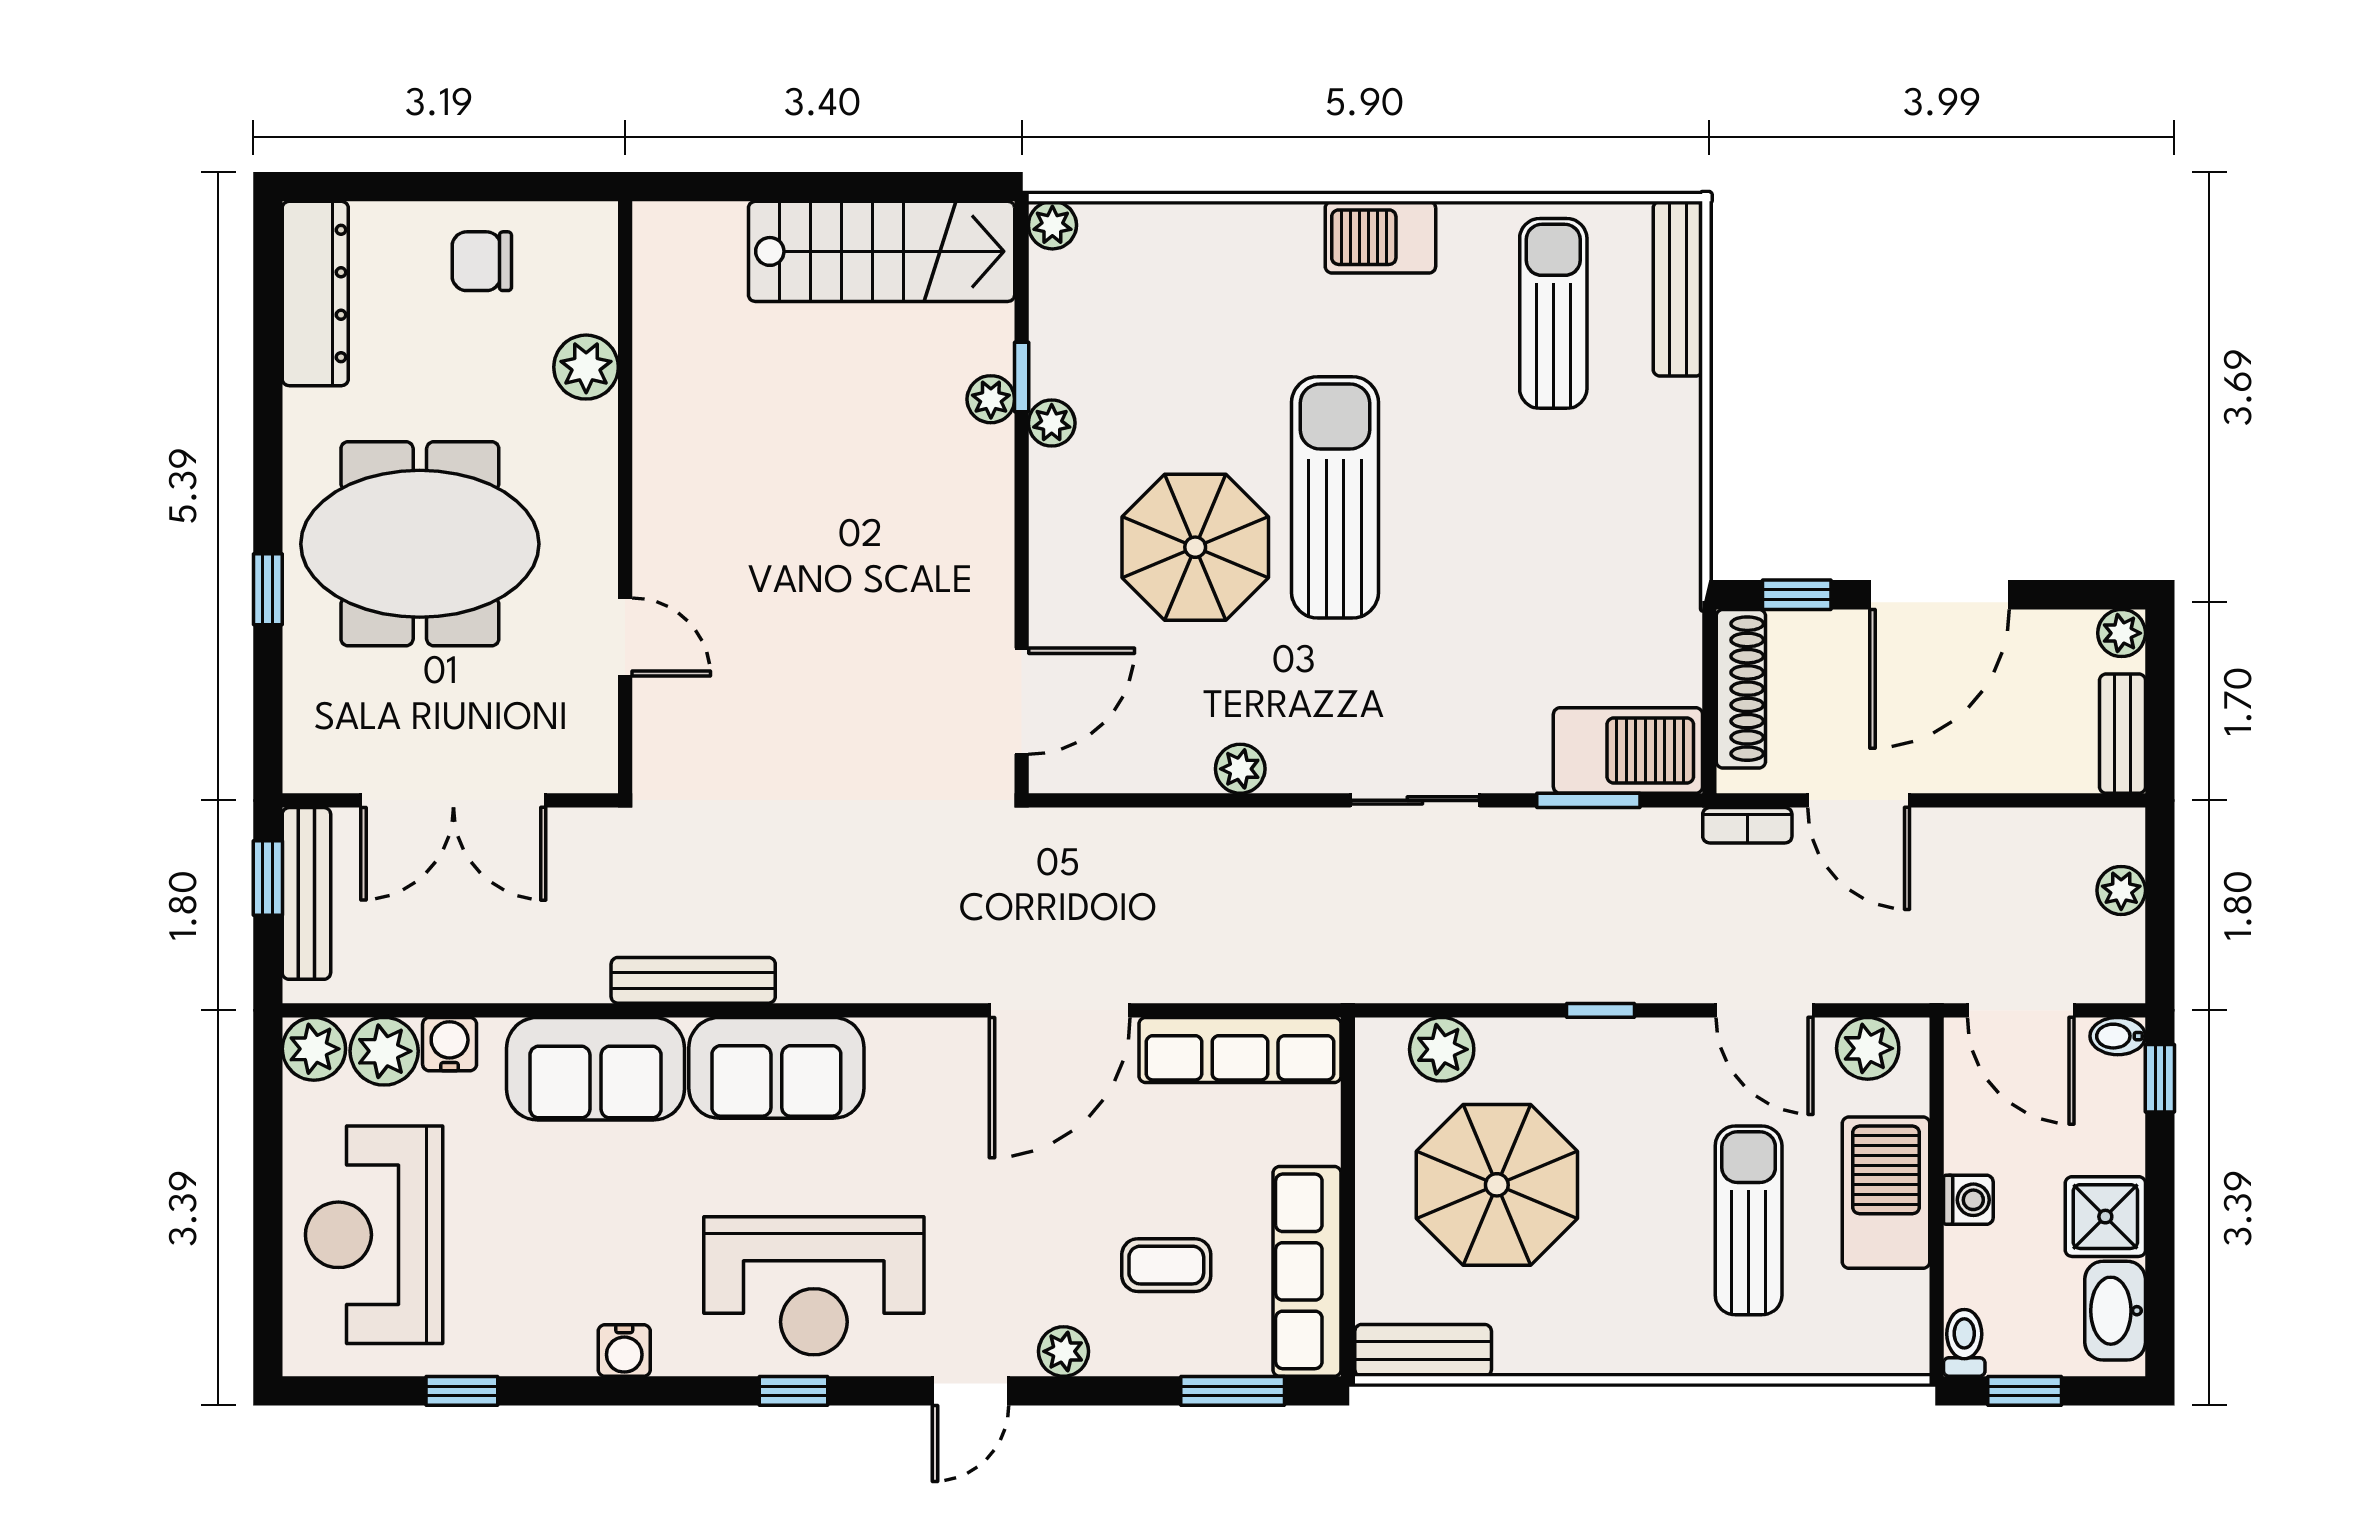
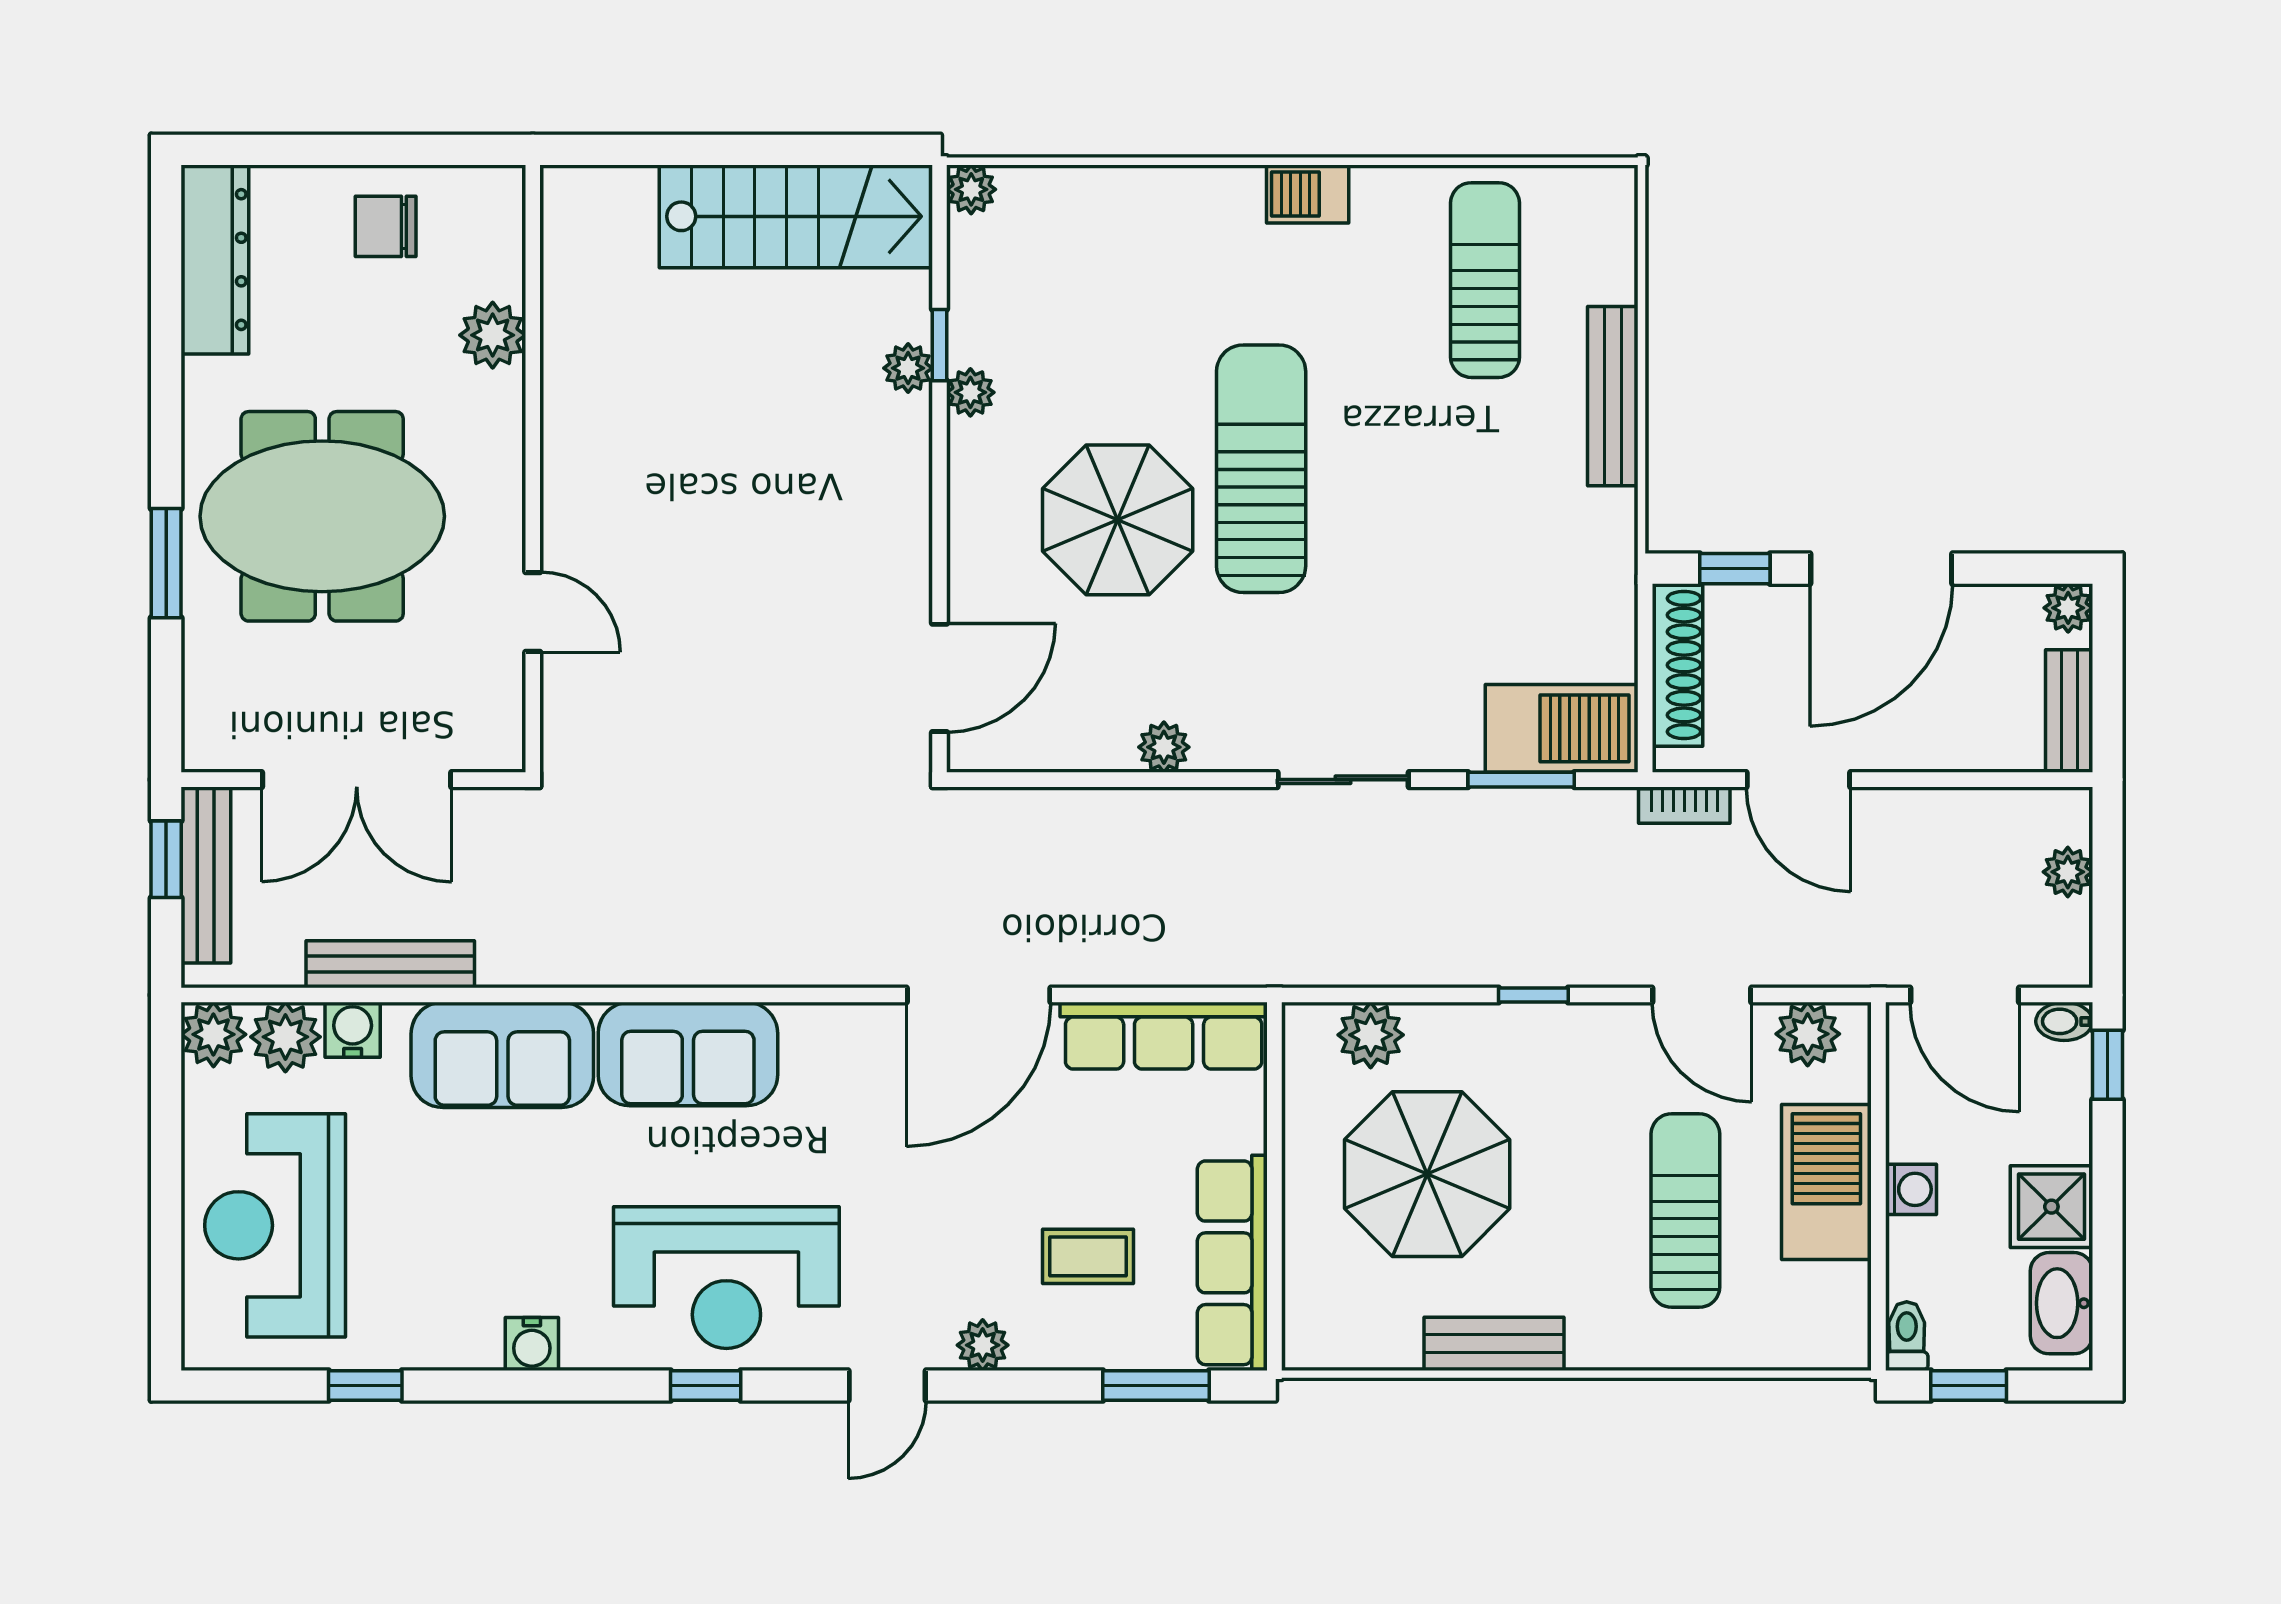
barbecue: (1380, 237) -> (1308, 194), width x0.73, depth x0.79
bench: (1678, 289) -> (1613, 396), moved
window: (268, 589) -> (166, 563), width x1.50
bench: (693, 980) -> (390, 964), moved
bench: (1423, 1350) -> (1494, 1344), moved

